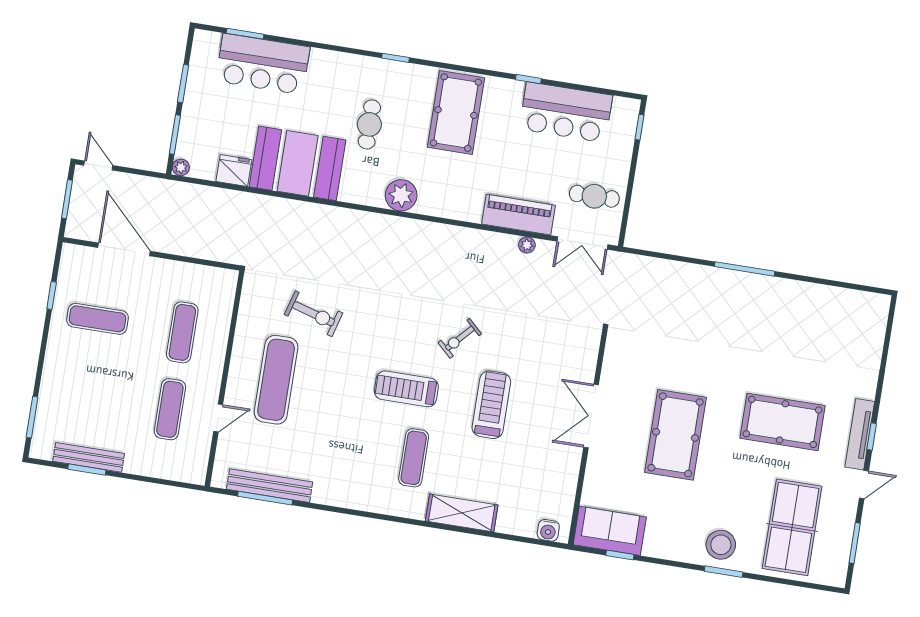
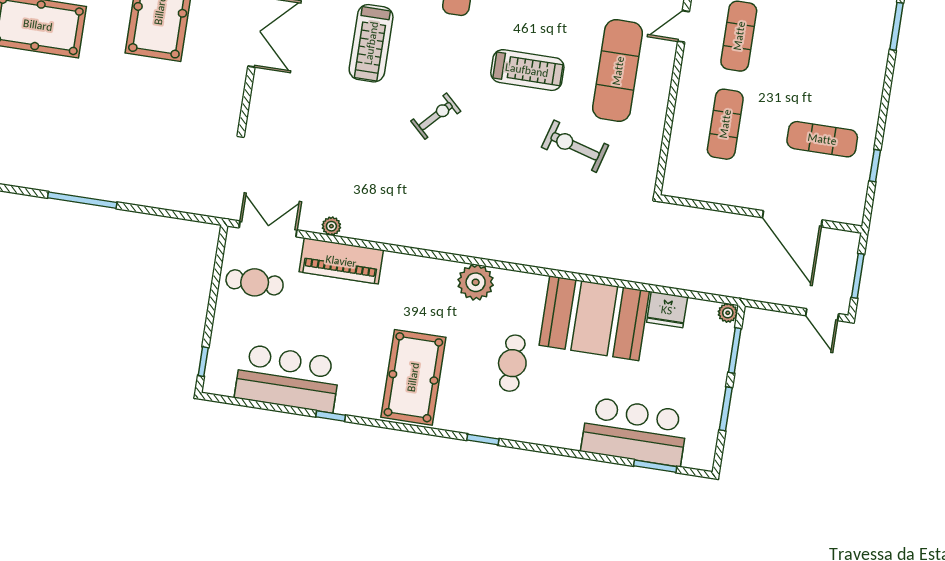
exercise bike: (460, 338) -> (436, 116), moved
treadmill: (406, 389) -> (527, 70), moved

